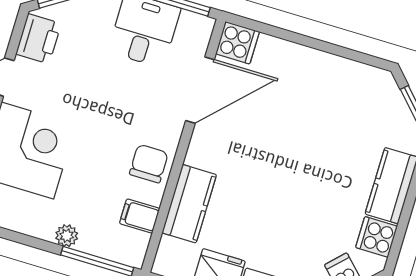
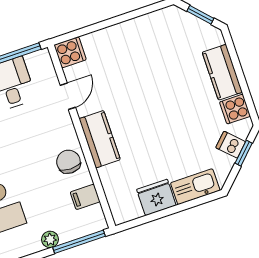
door: (200, 90) -> (68, 96), width x0.53
kitchen counter: (189, 204) -> (100, 139), moved

